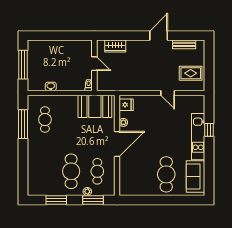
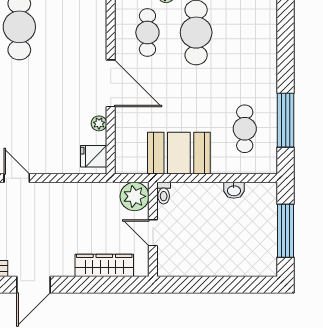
wardrobe: (115, 46) -> (104, 265), width x1.50
plant: (104, 83) -> (135, 196), added
booth: (95, 106) -> (179, 153), moved
door: (117, 144) -> (111, 83), swing flipped

